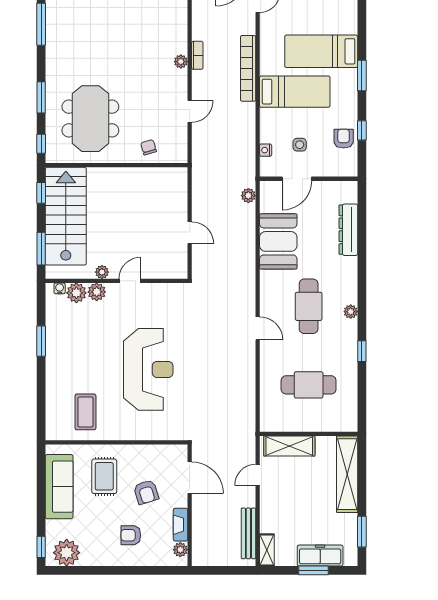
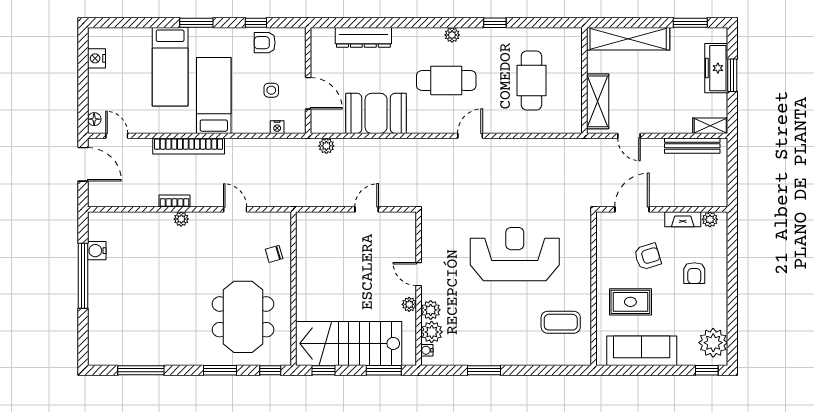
meeting table: (90, 119) -> (243, 317), turned 90

